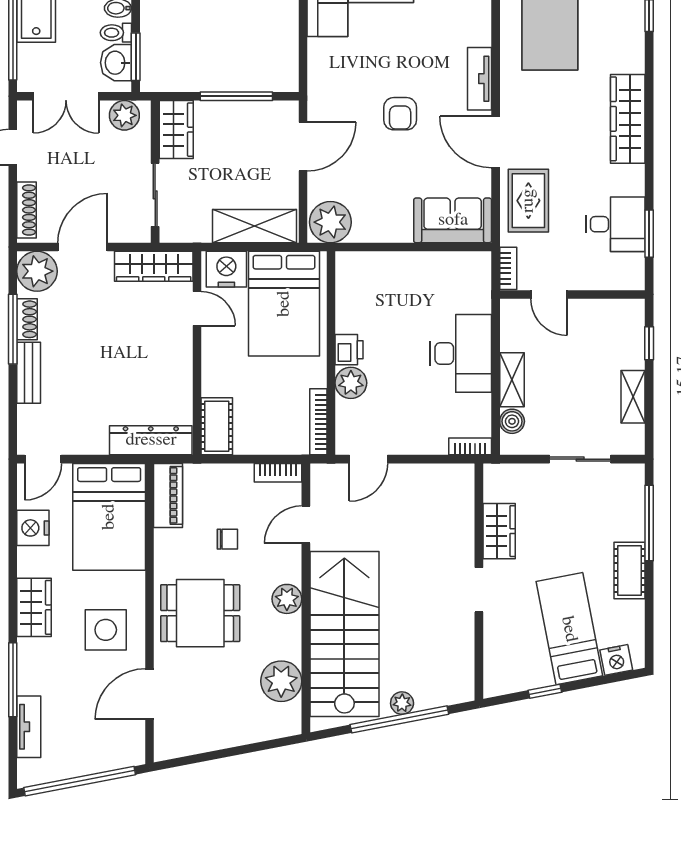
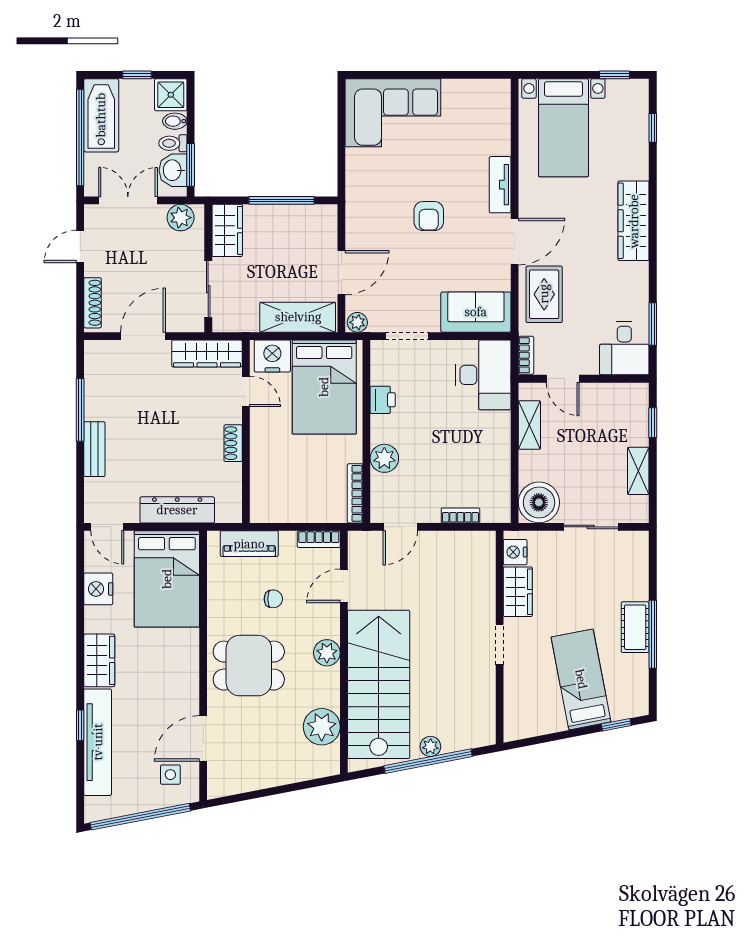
double door: (66, 96) -> (128, 200), swing flipped
door: (496, 142) -> (515, 242), swing flipped
door: (303, 147) -> (341, 273), moved
plant: (330, 222) -> (357, 322), width x0.53, depth x0.53
desk: (615, 224) -> (624, 348), moved, turned 90
doorway: (376, 247) -> (407, 336), added
plant: (37, 271) -> (102, 358), removed
shoe rack: (27, 319) -> (233, 443), moved, turned 180
printer: (349, 350) -> (383, 400), moved
desk: (461, 353) -> (483, 375), moved
shelving: (512, 380) -> (529, 425), moved
boiler: (512, 421) -> (539, 502), width x1.86, depth x1.86
cot: (217, 426) -> (264, 497), removed
dresser: (151, 440) -> (177, 510), moved
bookcase: (470, 446) -> (460, 515), moved
door: (43, 459) -> (107, 527), hinge flipped
piano: (168, 495) -> (249, 544), moved, turned 90
window: (649, 523) -> (653, 634), moved
side table: (106, 630) -> (170, 775), moved, width x0.54, depth x0.54
nightstand: (616, 660) -> (515, 552), moved, turned 101
window: (13, 680) -> (80, 725), width x0.46
window: (545, 691) -> (616, 725), moved
tv unit: (29, 727) -> (98, 742), width x1.92, depth x1.29

